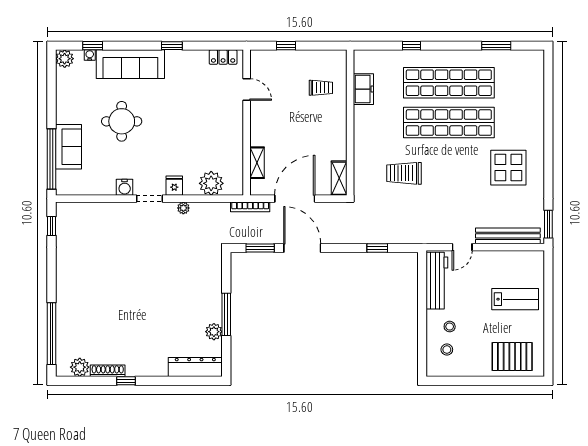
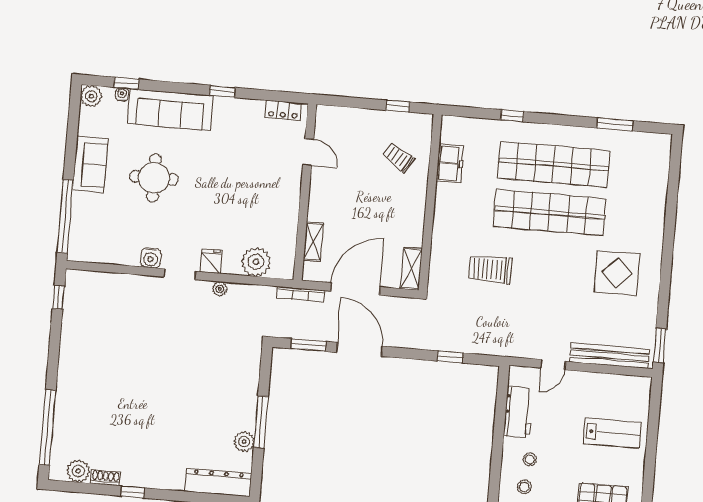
window: (286, 46) -> (398, 106), moved
trolley: (321, 88) -> (398, 158), turned -148
sofa: (68, 147) -> (90, 164), moved
workbench: (437, 281) -> (518, 412), width x0.73
shoe rack: (108, 371) -> (105, 478), width x0.70

